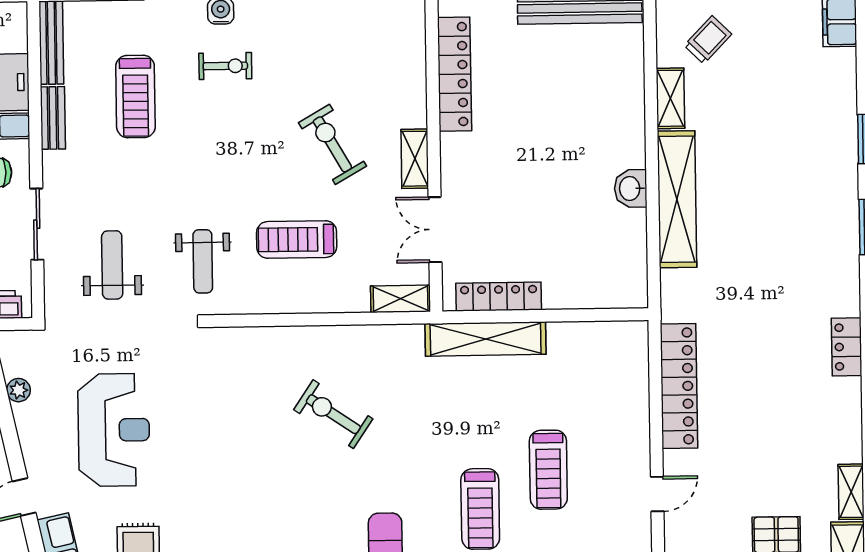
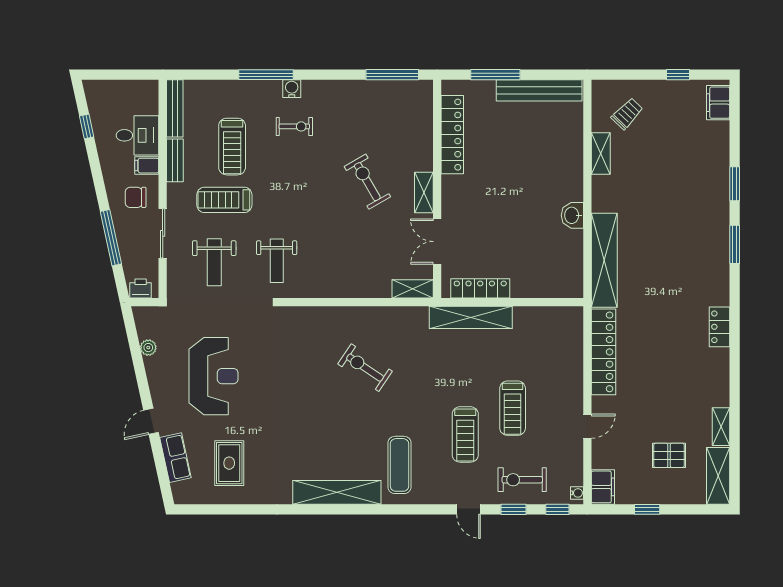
shelving: (677, 199) -> (604, 260), moved
treadmill: (297, 239) -> (224, 200), moved
weight bench: (112, 265) -> (214, 262), turned 180

